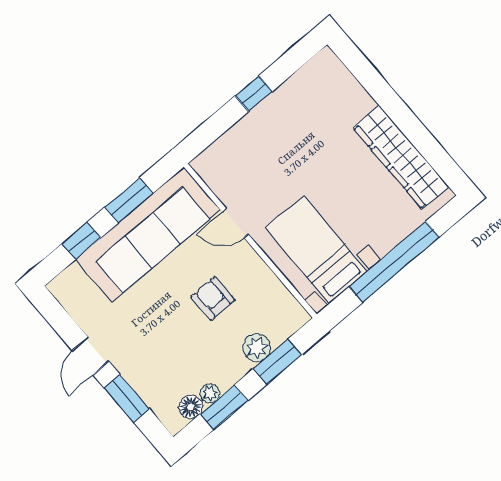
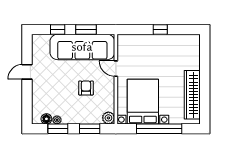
bed with nightstands: (316, 250) -> (143, 102), width x1.36
plant: (257, 348) -> (108, 118), moved
window: (127, 398) -> (27, 97), removed

